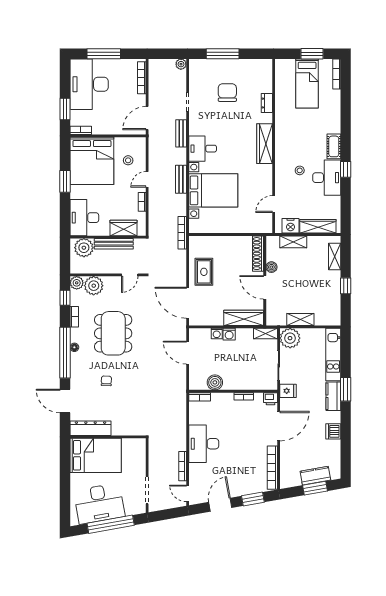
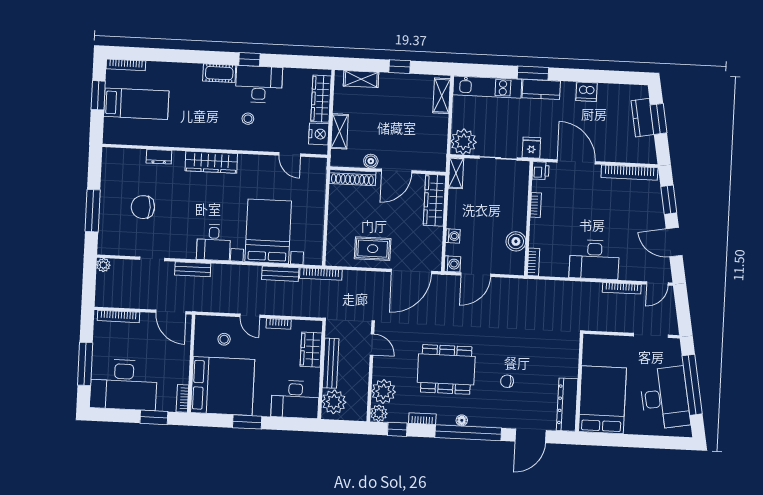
bench: (181, 179) -> (280, 274), moved
shelving: (300, 319) -> (442, 96), moved
washing machine: (229, 334) -> (452, 264), moved

